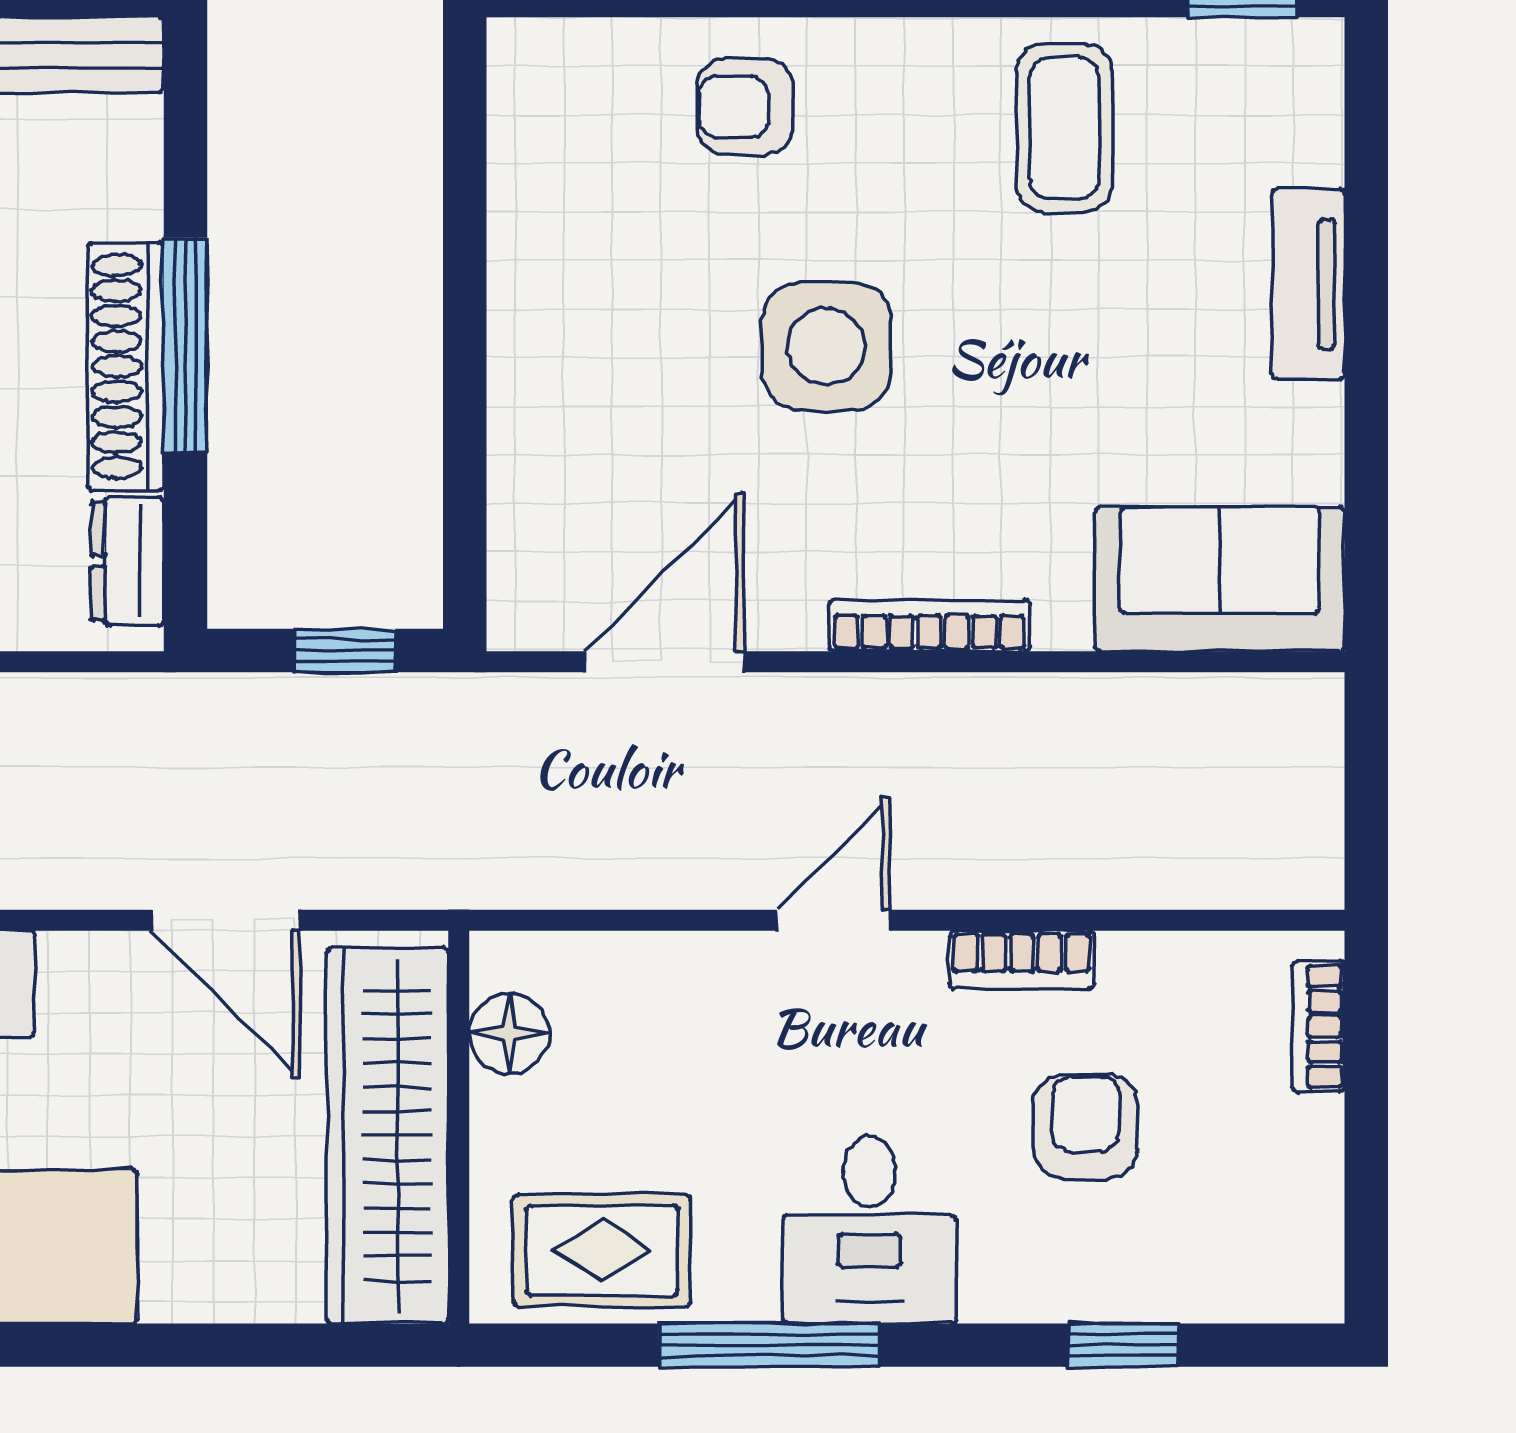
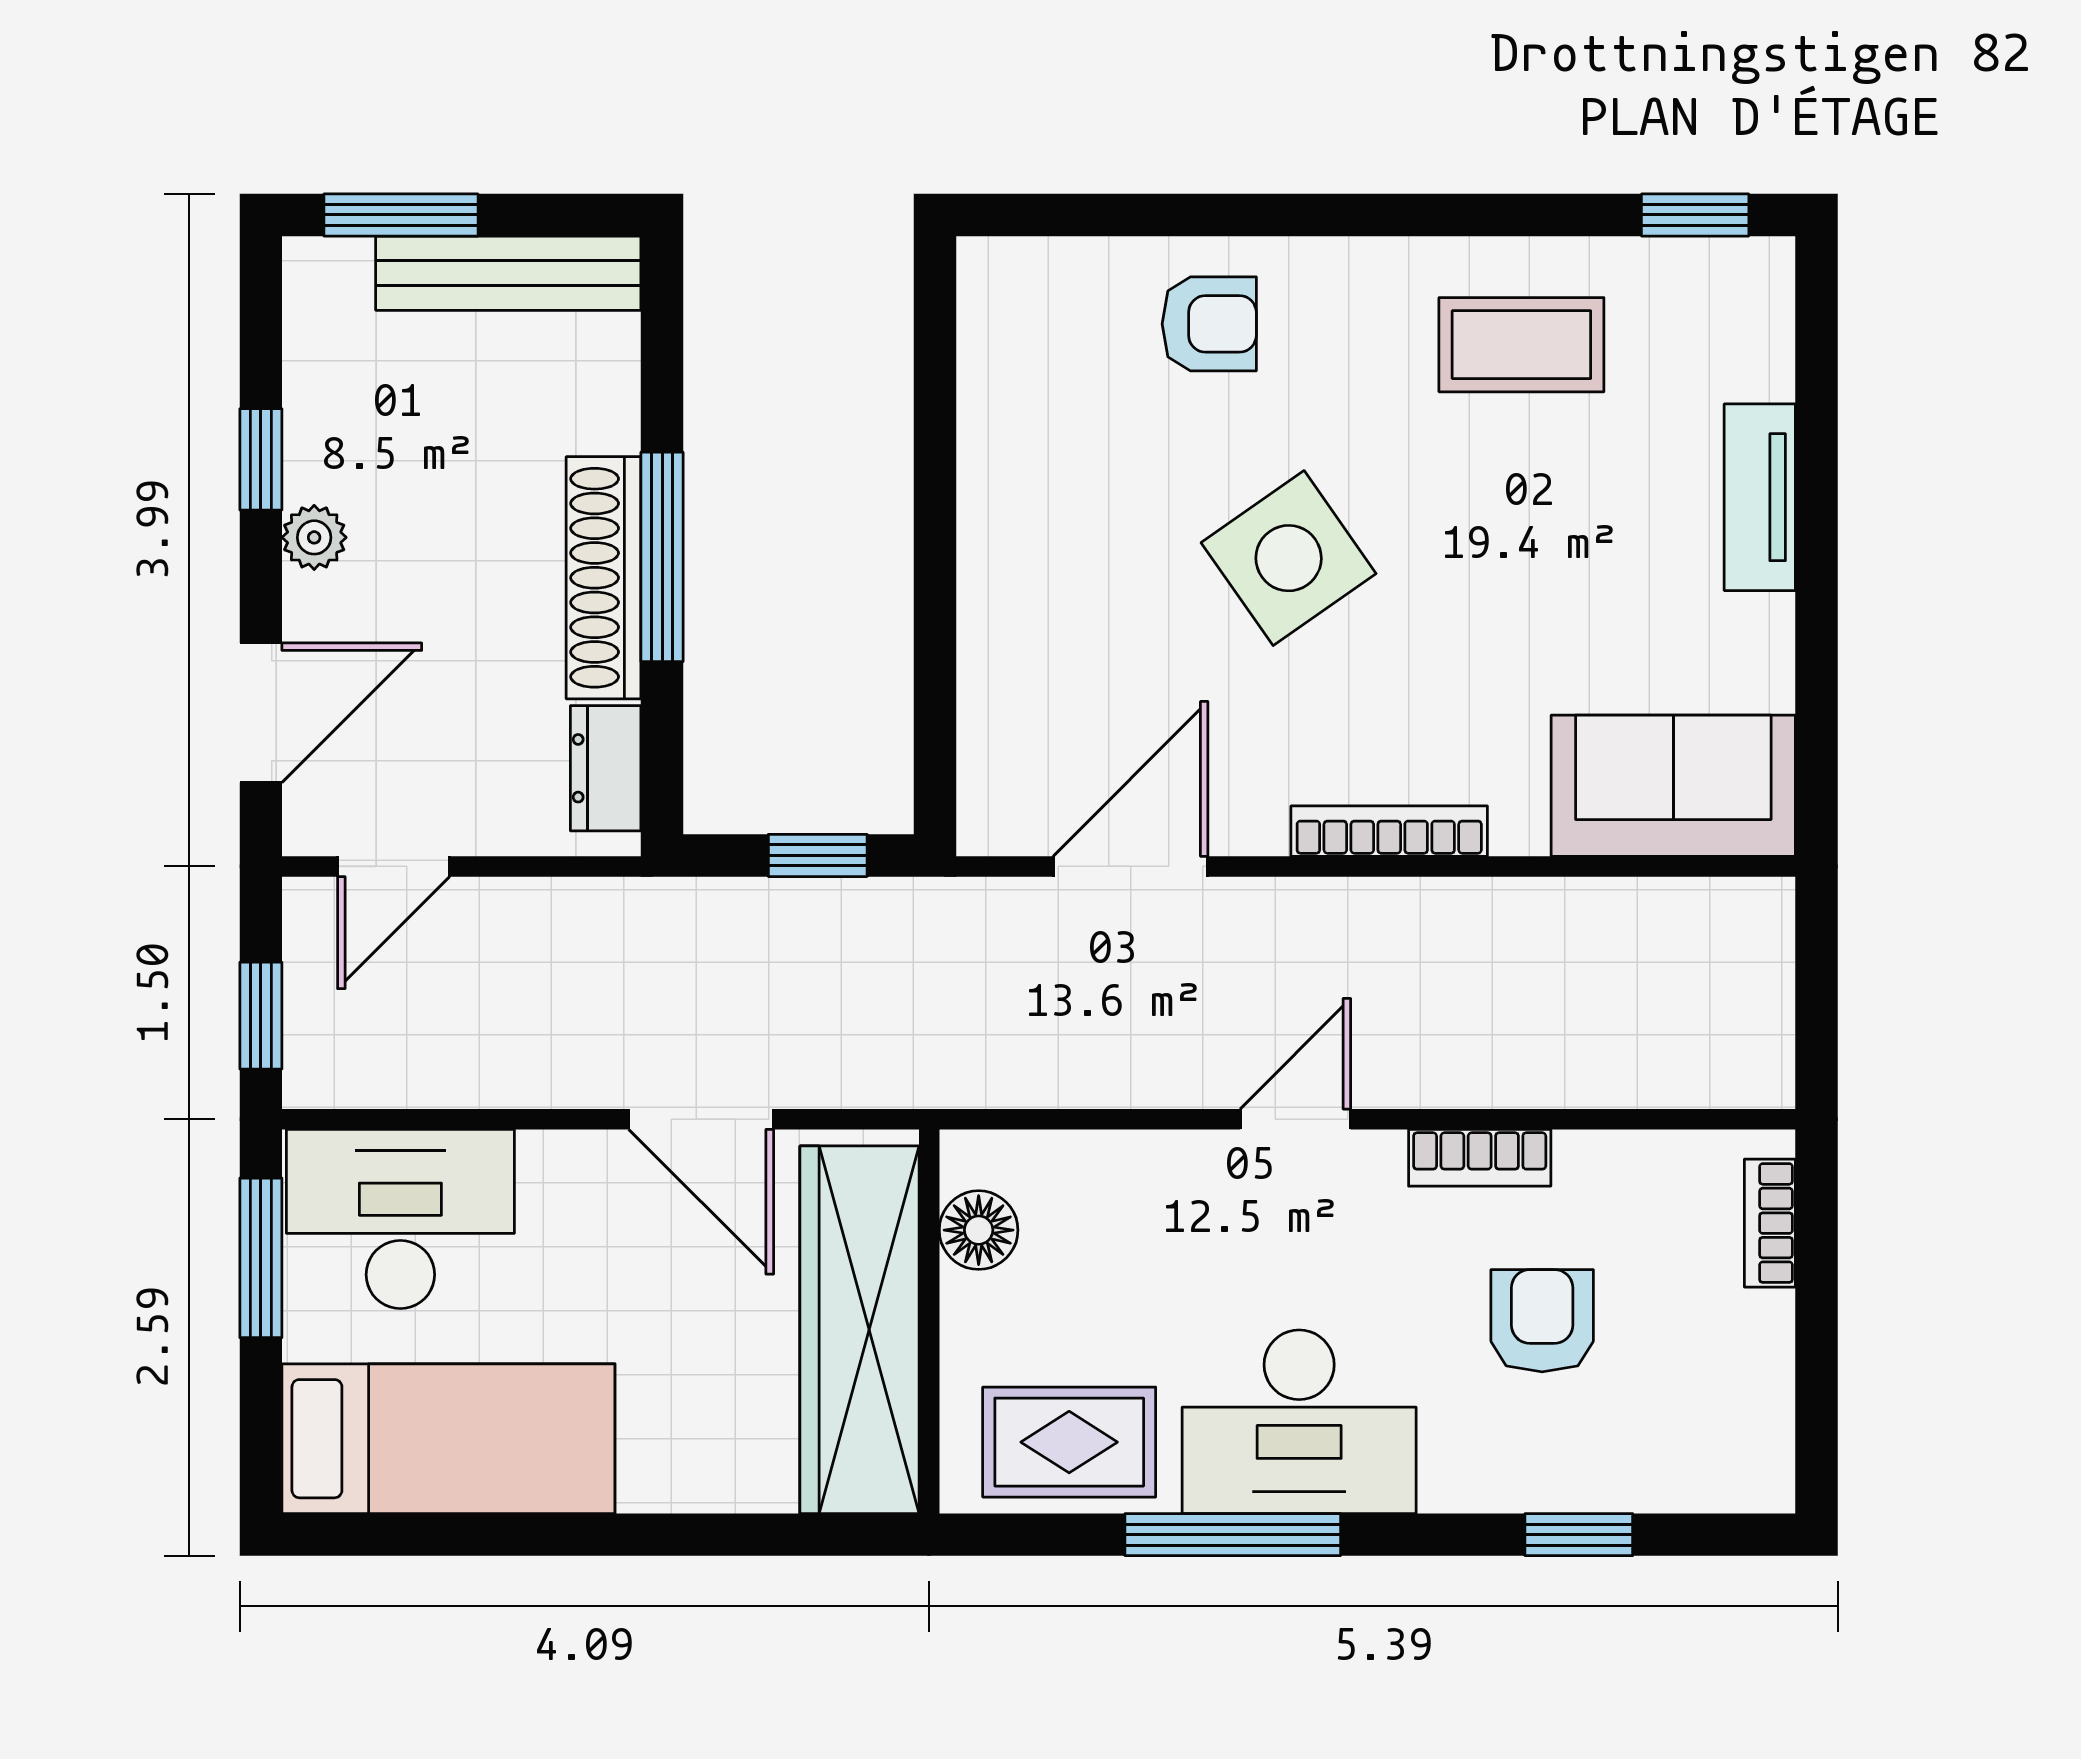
armchair: (745, 107) -> (1209, 324), turned 180
coffee table: (1064, 128) -> (1521, 345), turned 90
side table: (826, 346) -> (1289, 558), turned -35
desk: (870, 1230) -> (1299, 1422), width x1.37

